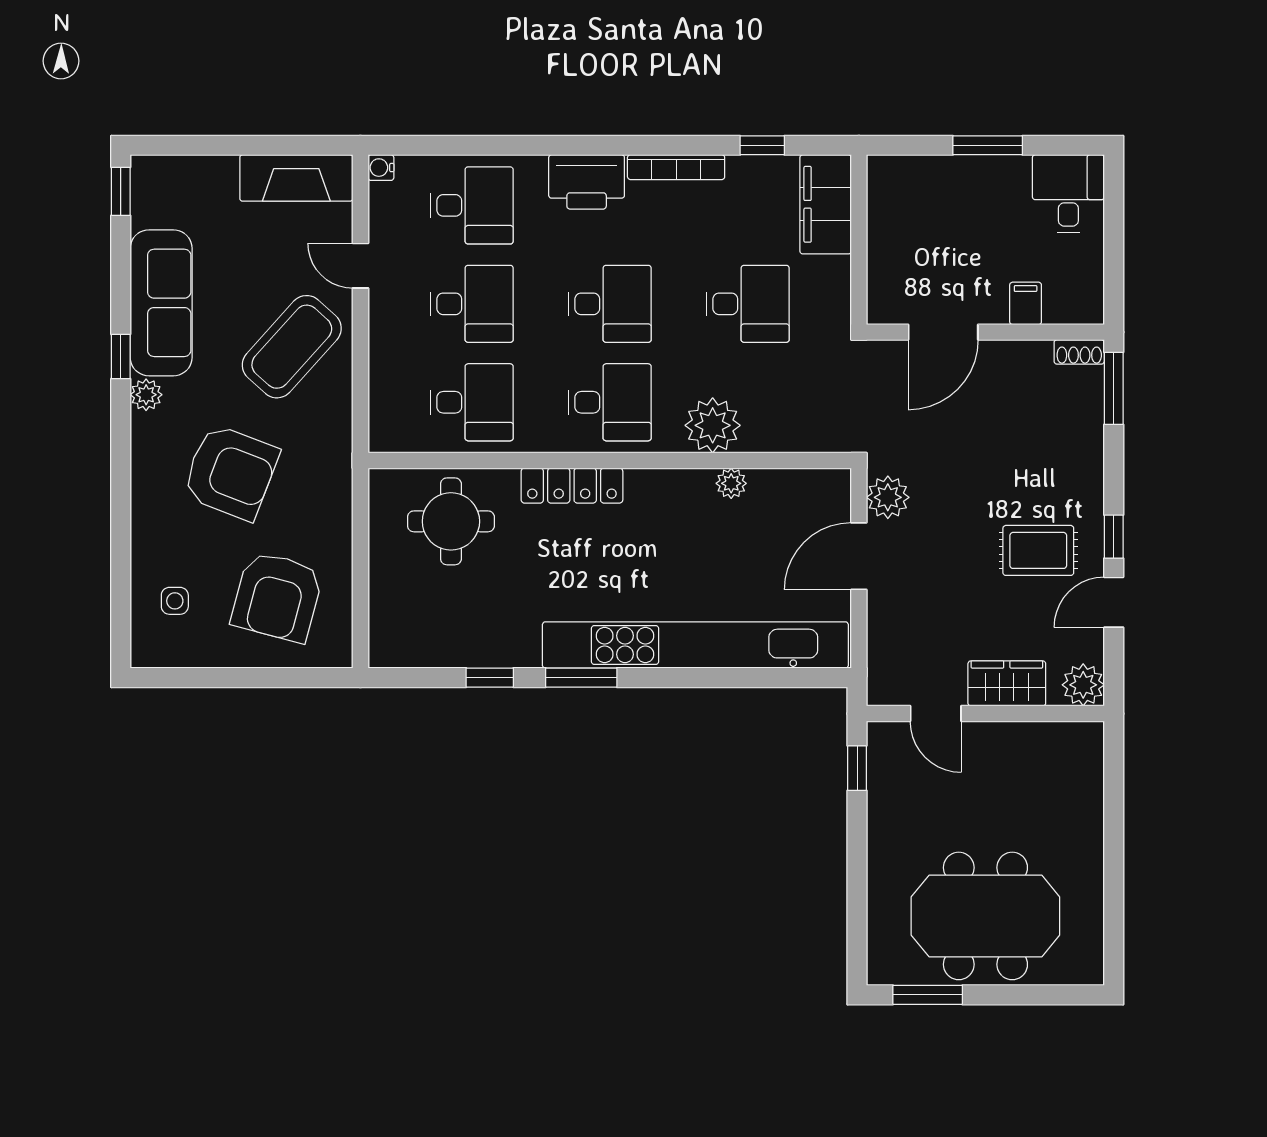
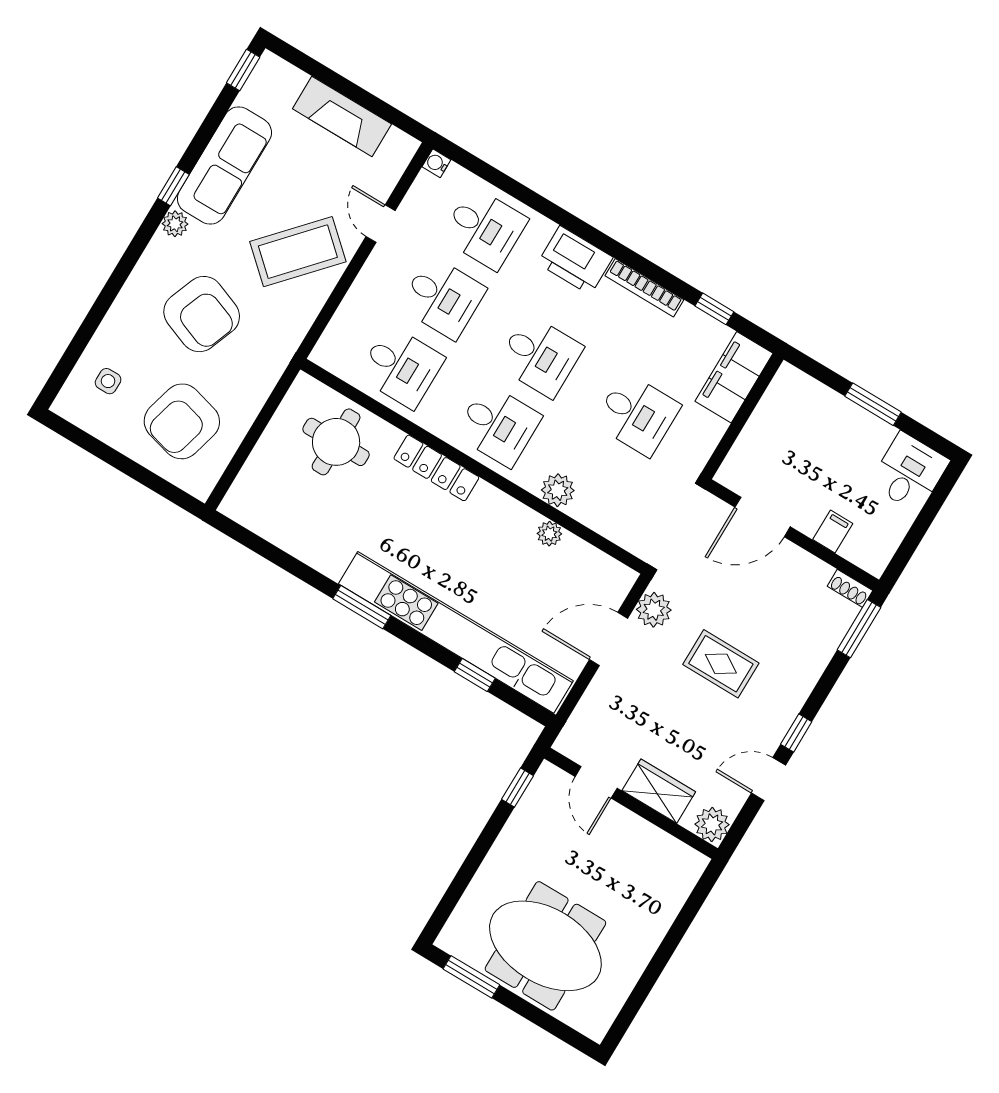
fireplace: (296, 178) -> (342, 116), moved
plant: (713, 425) -> (558, 490), width x0.73, depth x0.73
rug: (1038, 550) -> (721, 664), moved
window: (490, 678) -> (475, 675), moved

